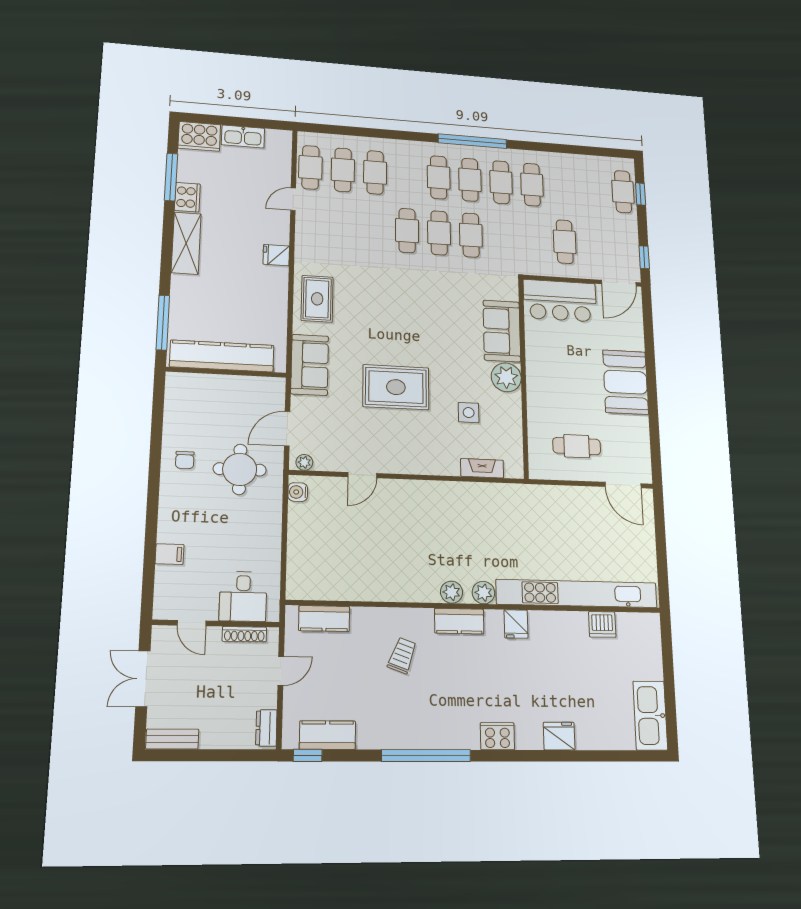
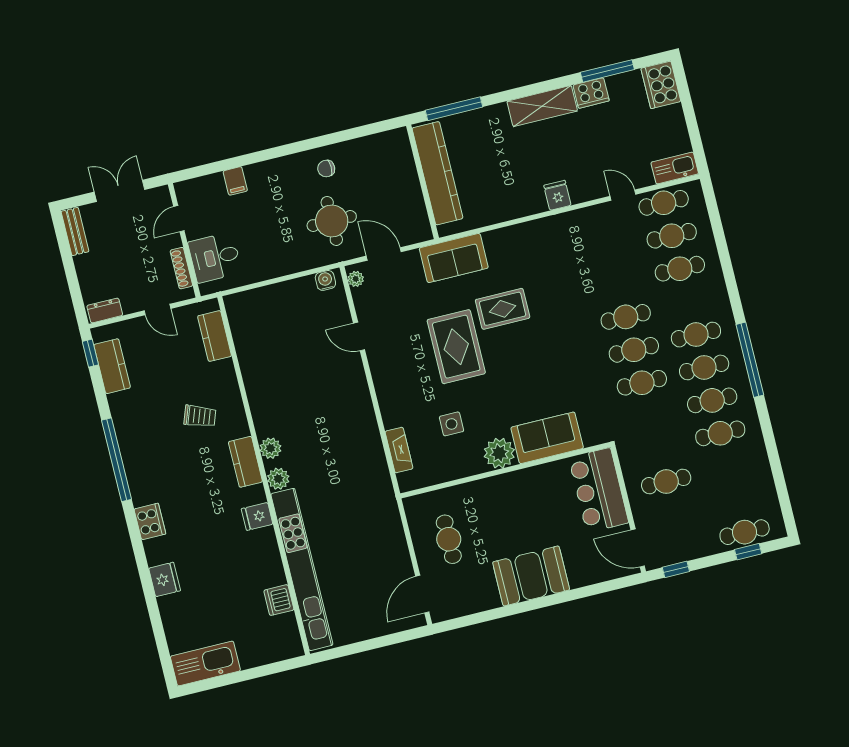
kitchen sink: (243, 136) -> (675, 168), moved, turned 90
rug: (317, 299) -> (503, 309), moved

